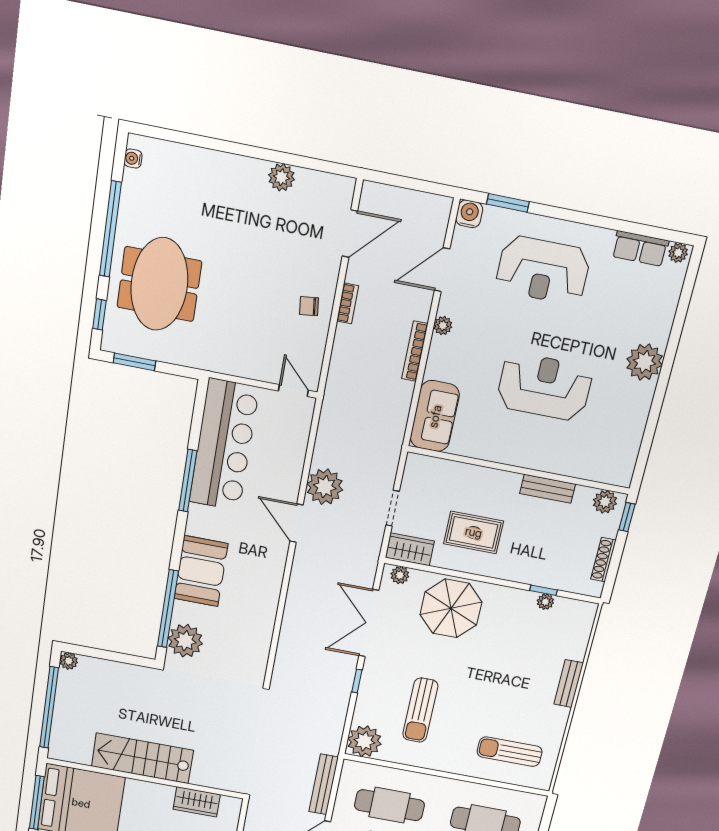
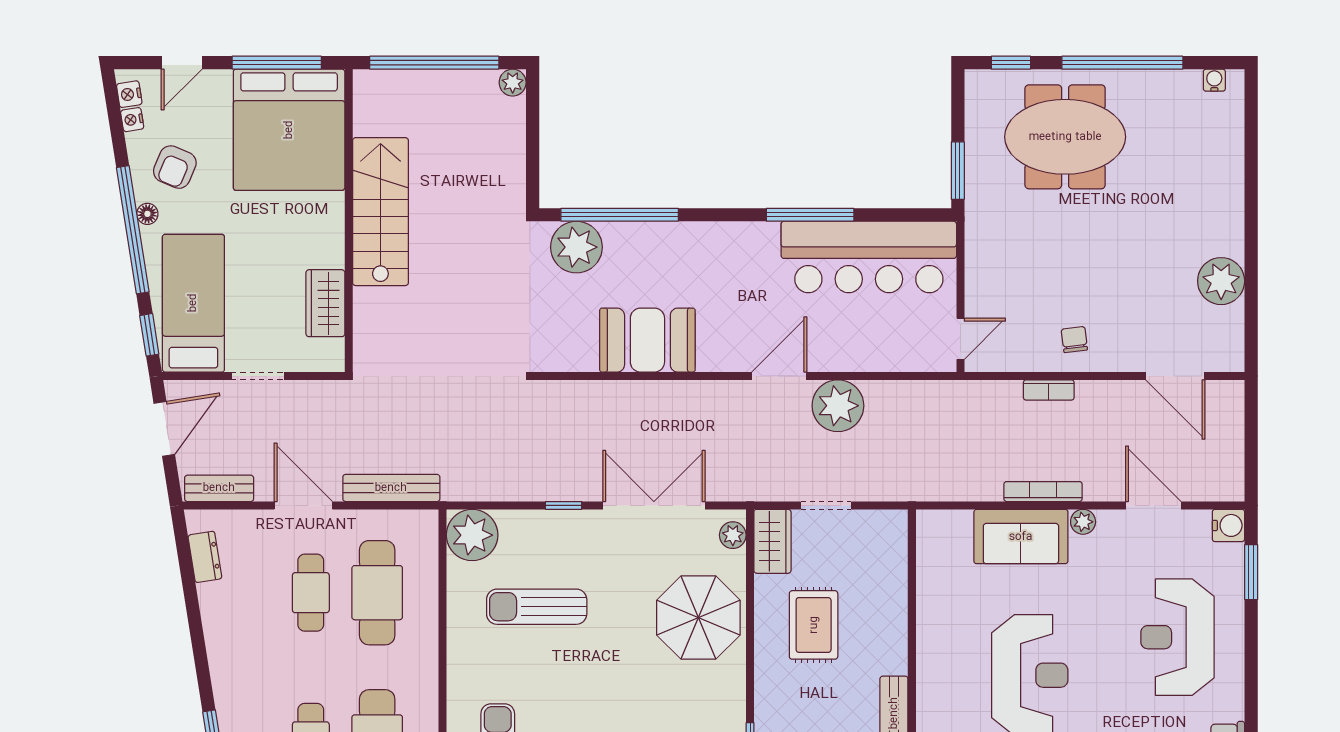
plant: (281, 177) -> (1221, 281), width x1.36, depth x1.36
bookcase: (348, 303) -> (1049, 390), moved
window: (134, 362) -> (958, 171), moved
sofa: (435, 416) -> (1021, 537), moved
booth: (201, 571) -> (647, 340), moved

